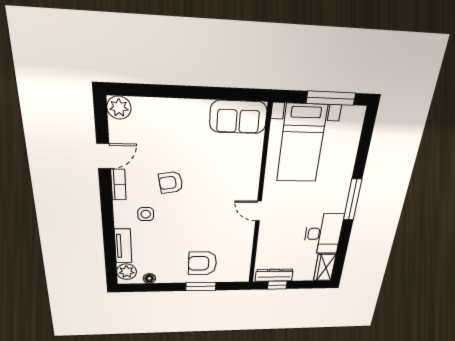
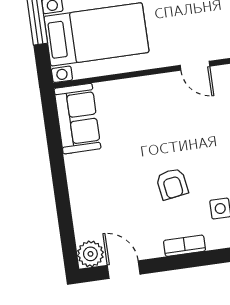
door: (104, 156) -> (124, 270), moved
door: (258, 211) -> (195, 66), hinge flipped

